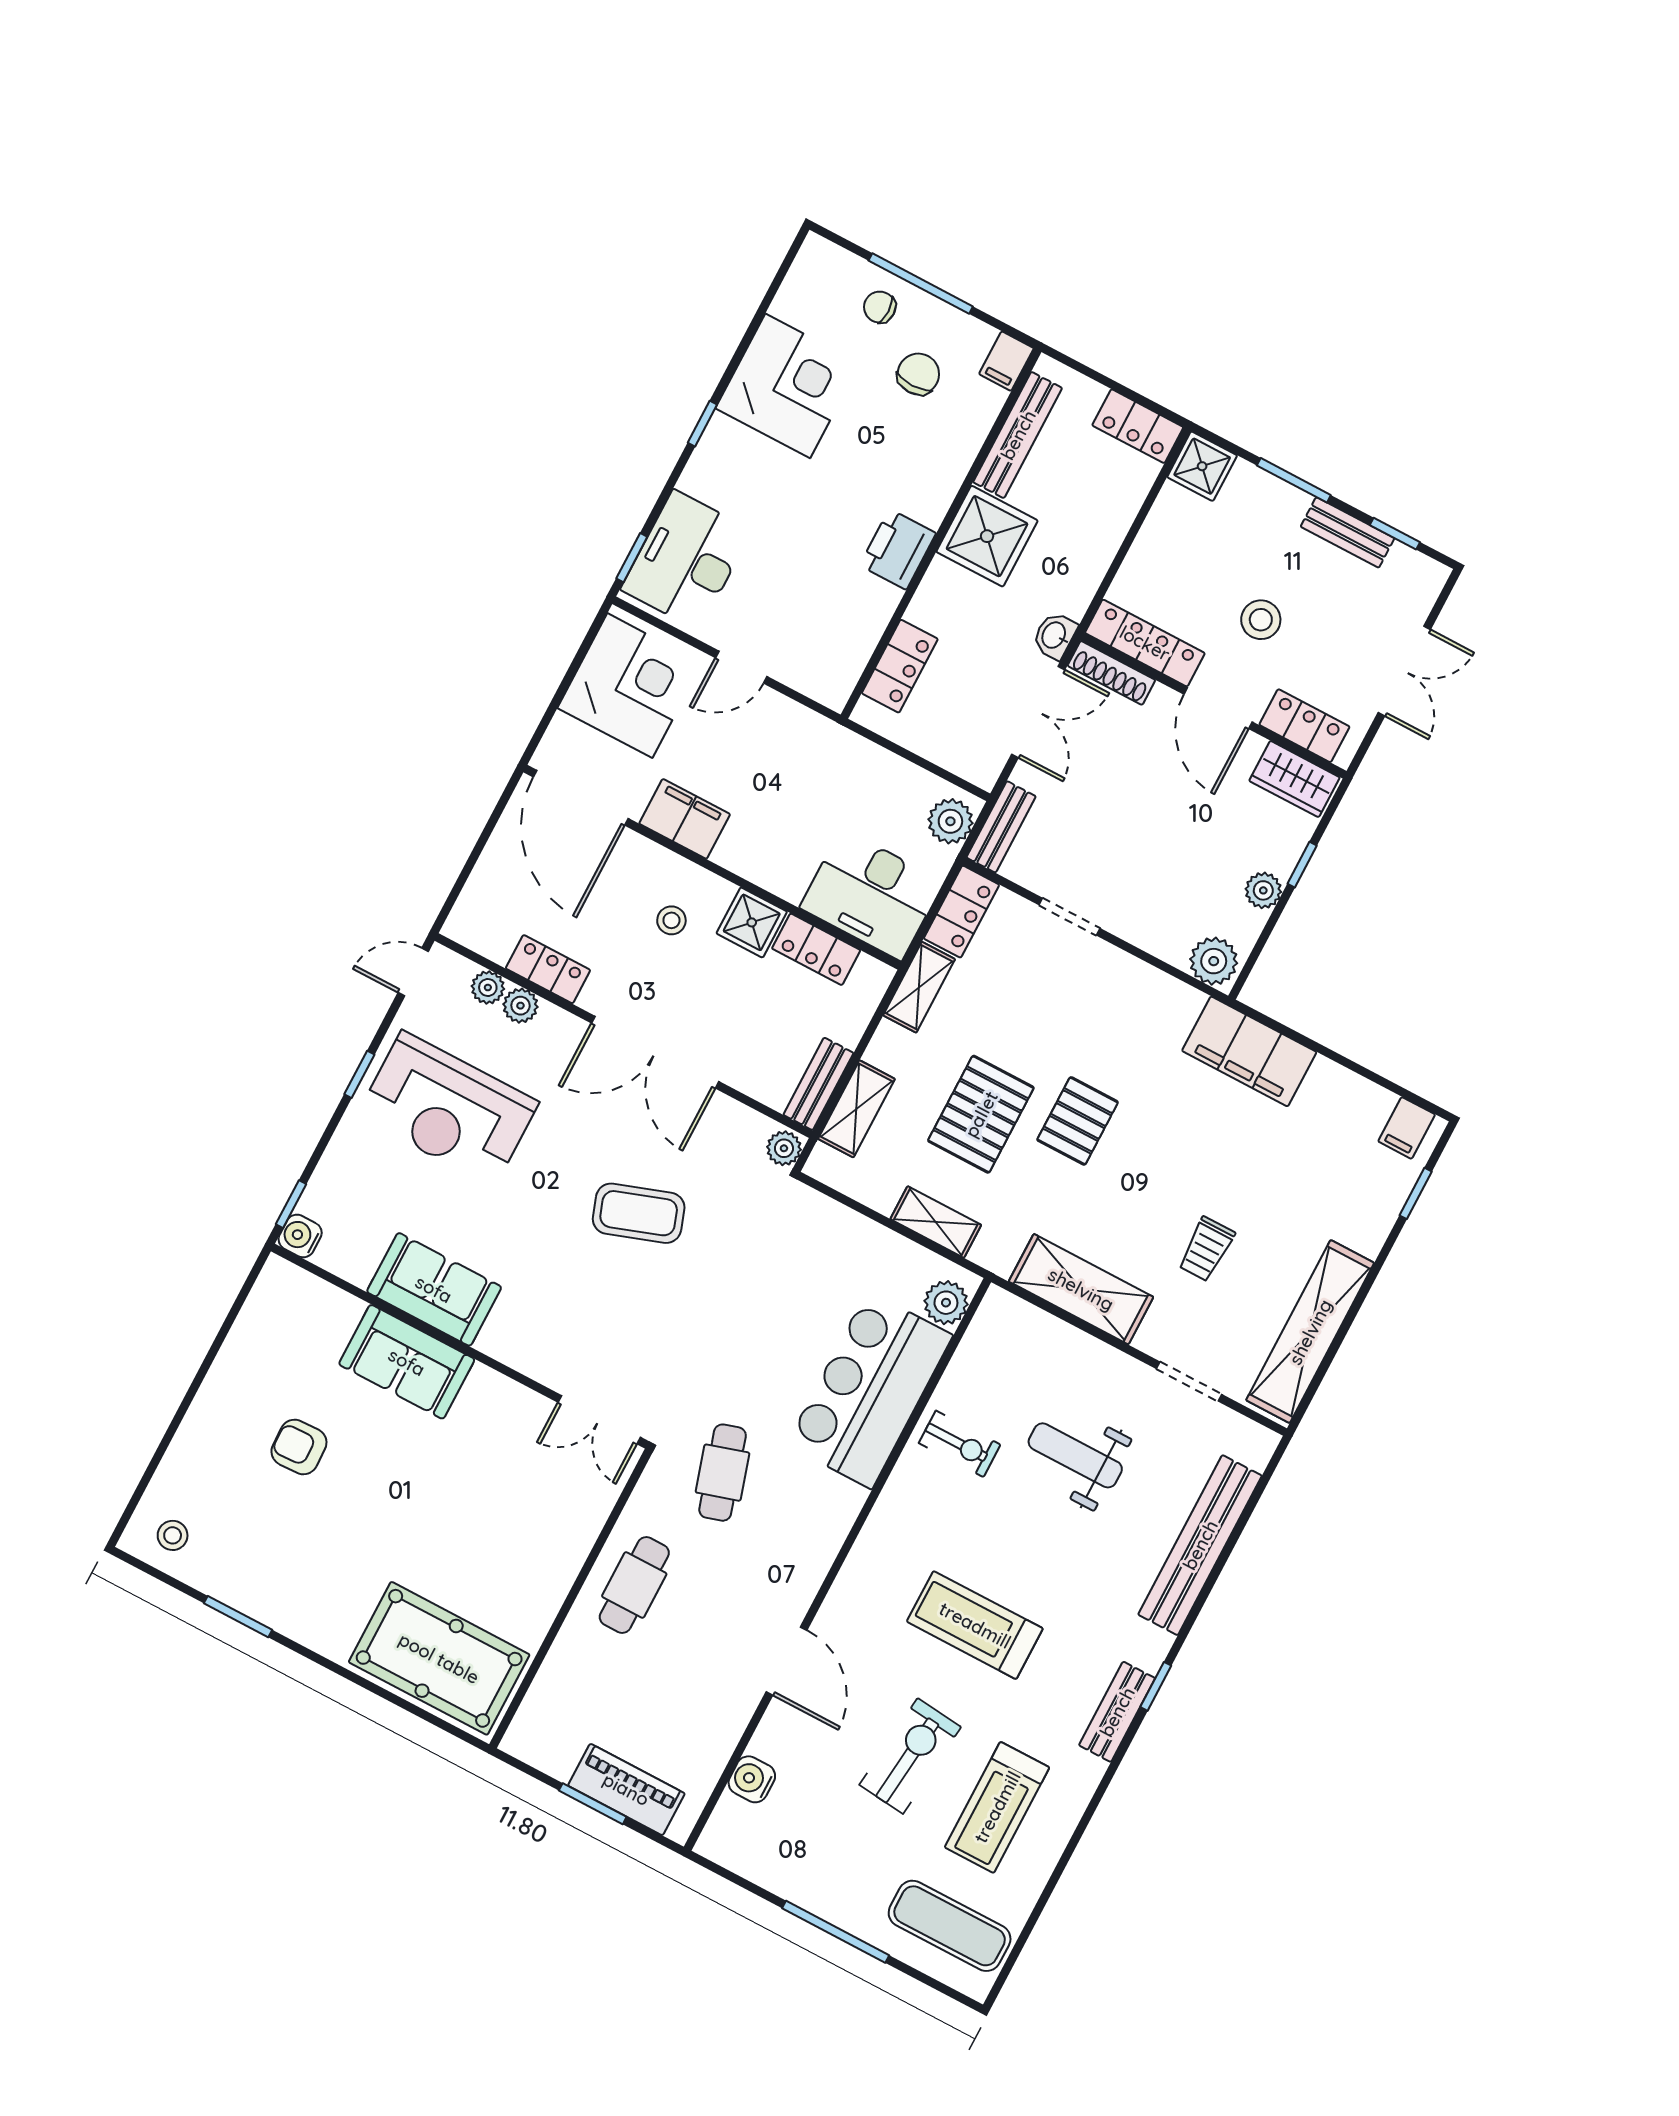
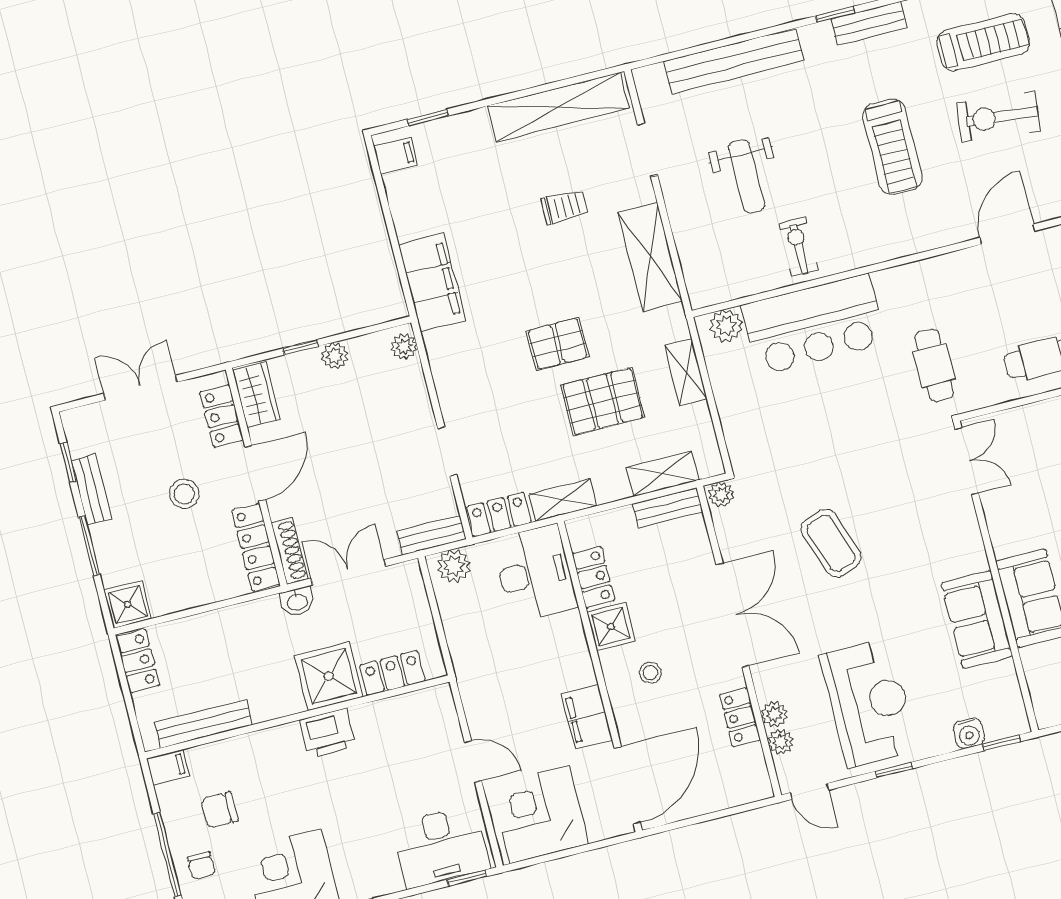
shower: (987, 536) -> (329, 676), moved
plant: (1214, 961) -> (404, 347), width x0.73, depth x0.73
water cooler: (300, 1236) -> (969, 733), moved
cafe table: (723, 1473) -> (934, 365), turned -73

